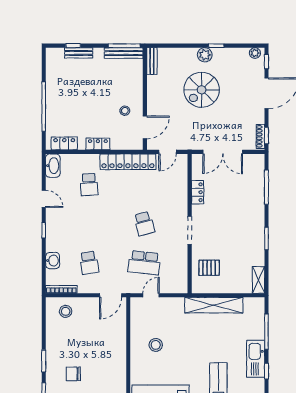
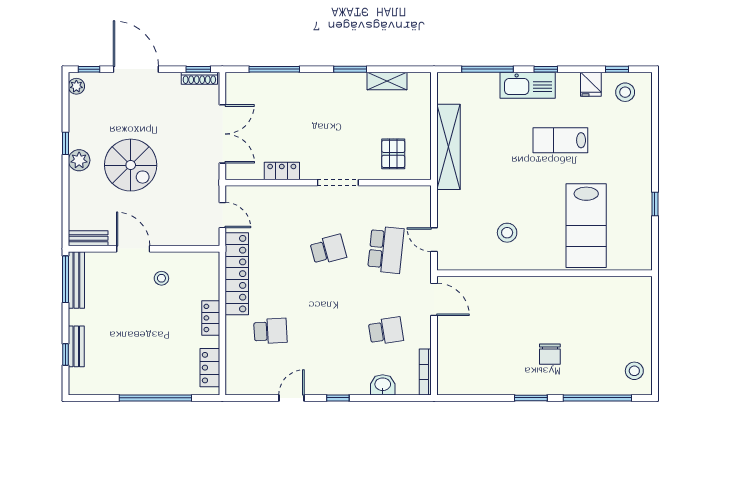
door: (145, 127) -> (133, 249), moved
washbasin: (53, 166) -> (243, 384), removed
shelving: (258, 280) -> (387, 81), moved
stool: (66, 311) -> (458, 366), removed

